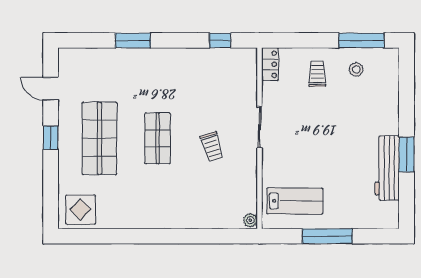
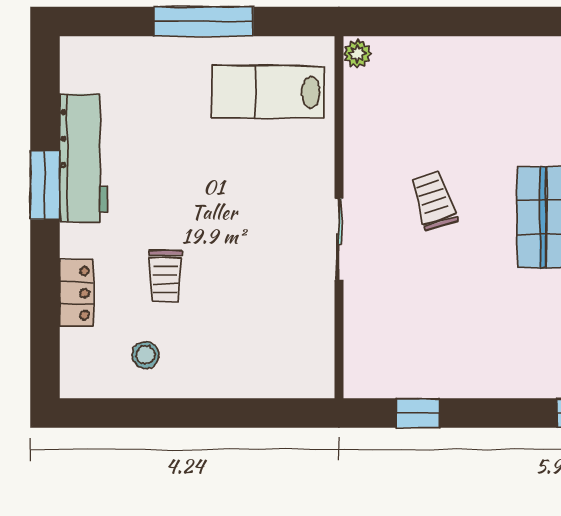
window: (361, 40) -> (135, 413), removed
locker: (270, 64) -> (76, 293), moved, turned 180
trolley: (317, 74) -> (165, 276), moved

